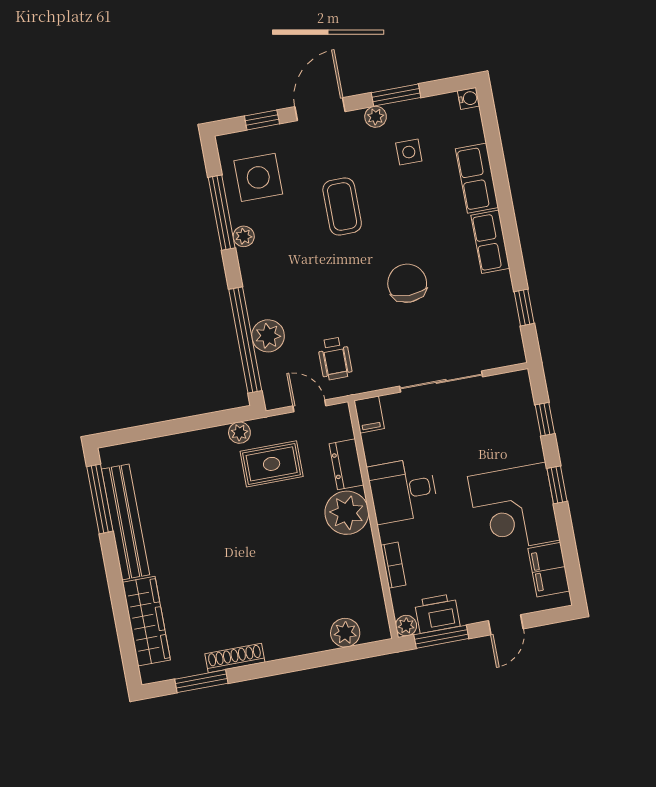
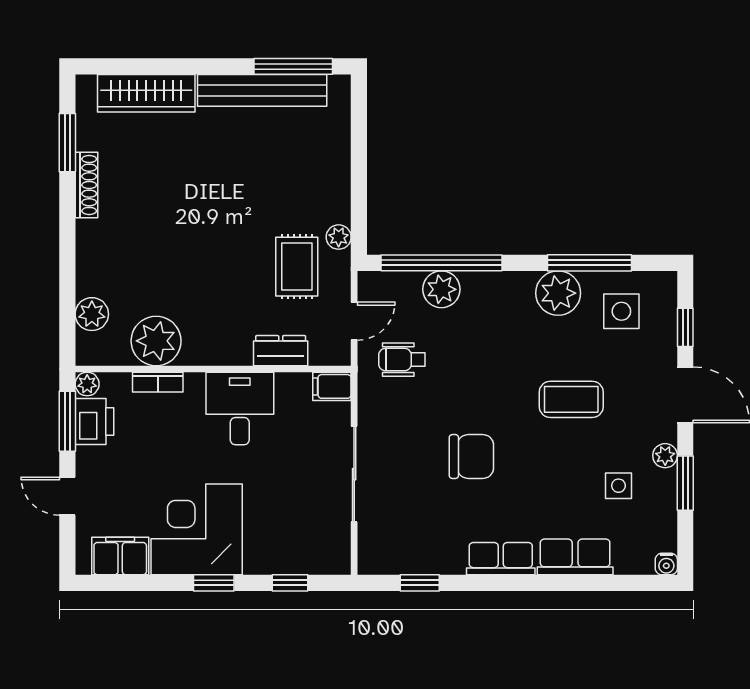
side table: (258, 177) -> (621, 311), width x0.73, depth x0.73
plant: (244, 236) -> (558, 293), width x1.88, depth x1.88
plant: (347, 513) -> (156, 341), moved

